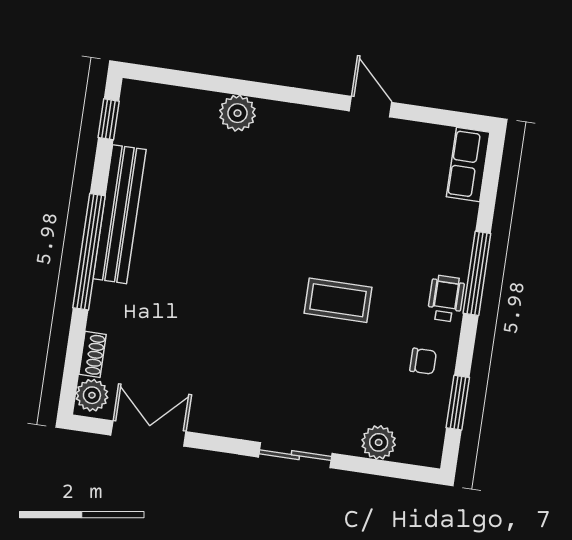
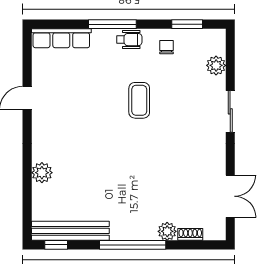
row of seats: (468, 164) -> (61, 38), width x1.48
bench: (120, 214) -> (70, 231), moved
wheelchair: (446, 298) -> (129, 40), turned 180
plant: (92, 395) -> (167, 231), moved
double door: (148, 433) -> (230, 196), swing flipped

